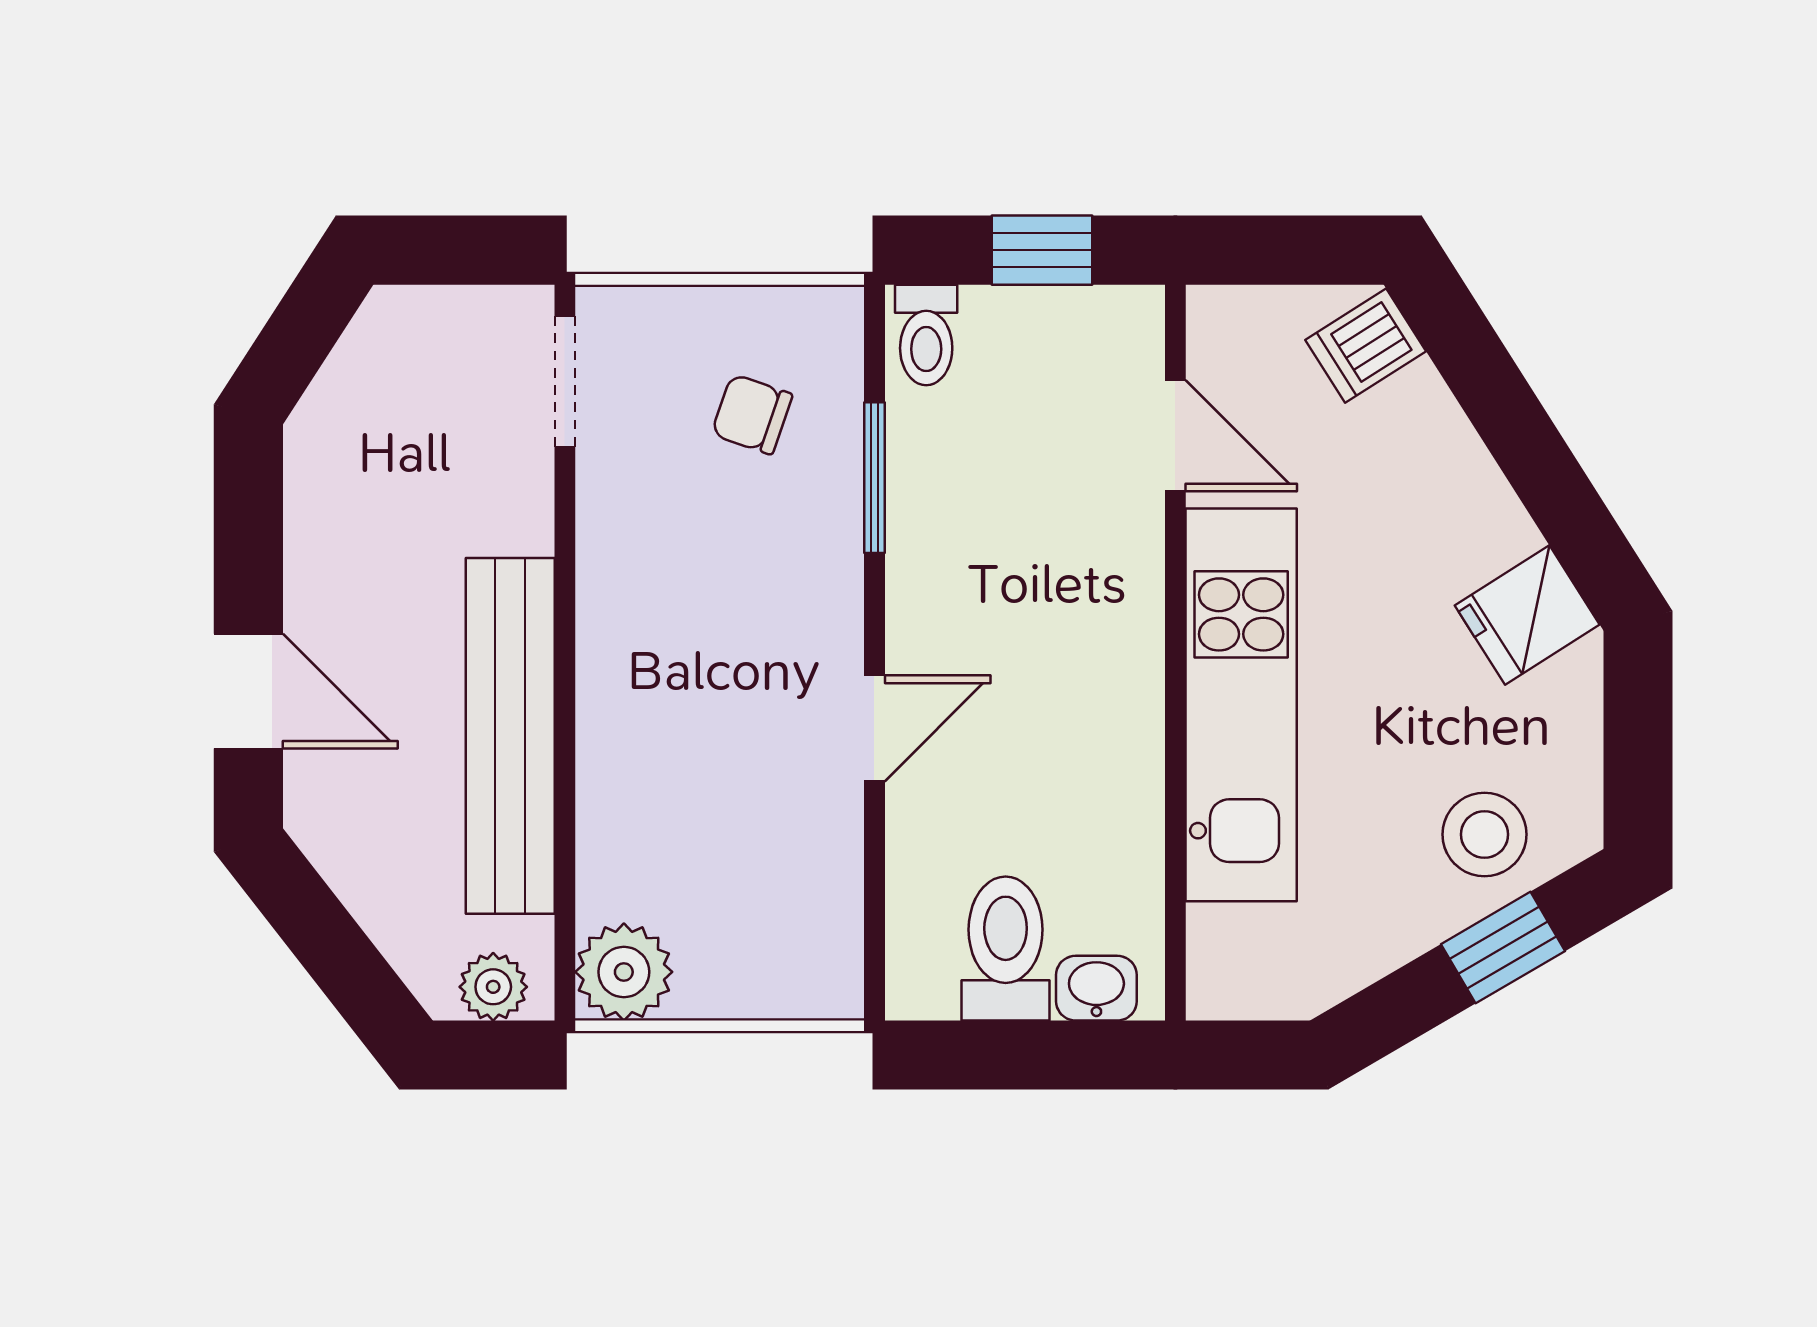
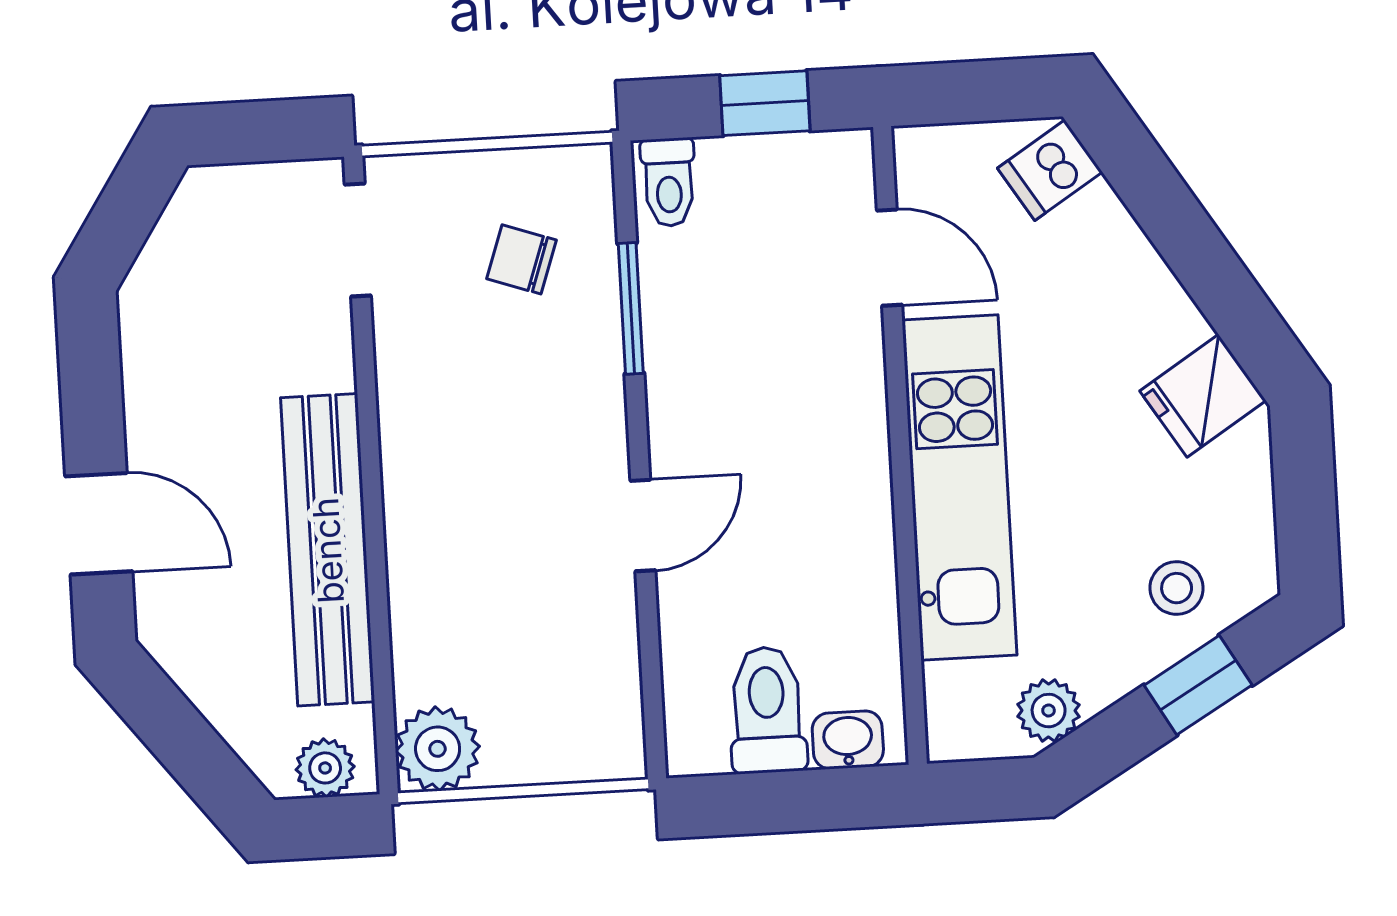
stool: (1484, 834) -> (1177, 588), width x0.73, depth x0.73
plant: (1329, 967) -> (1049, 711), added

